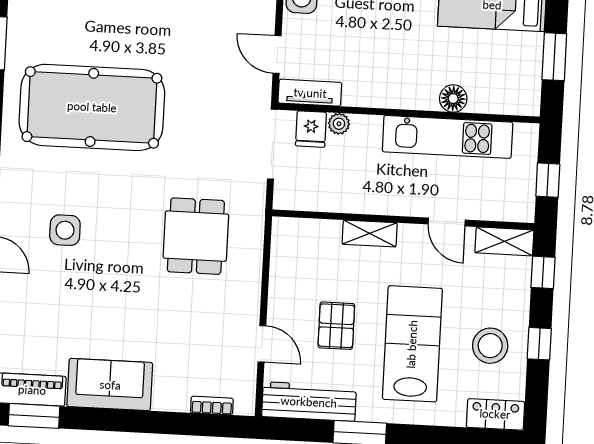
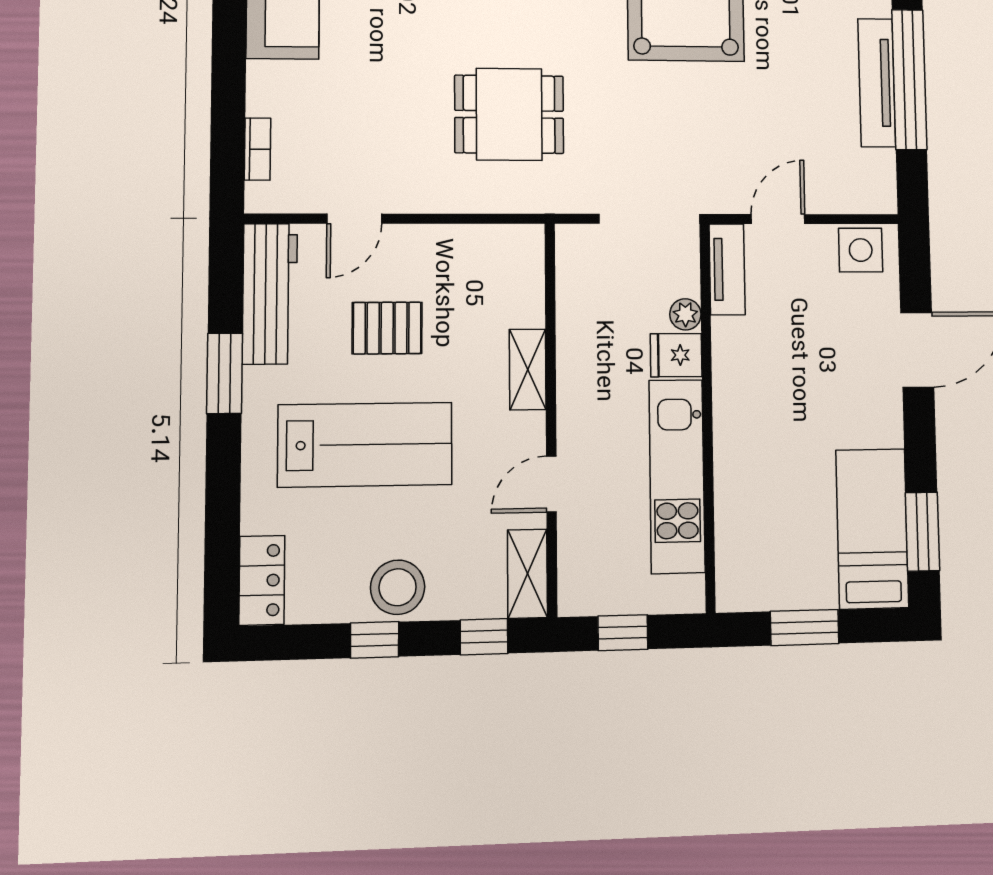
floor lamp: (453, 98) -> (733, 481), removed
fridge: (311, 129) -> (676, 355), moved
stool: (490, 346) -> (398, 587), moved

